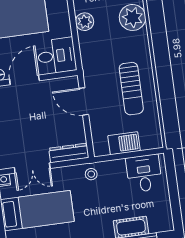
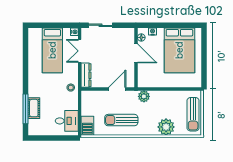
plant: (85, 22) -> (144, 96), moved
desk: (57, 56) -> (148, 76), removed
barbecue: (124, 143) -> (87, 126), moved

